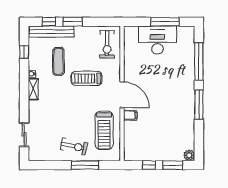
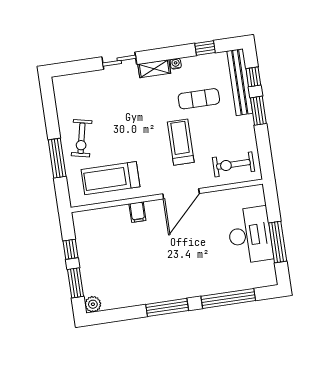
door: (122, 95) -> (181, 194), moved
sliding door: (24, 134) -> (119, 61), moved

